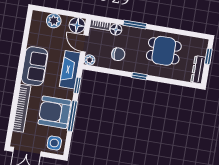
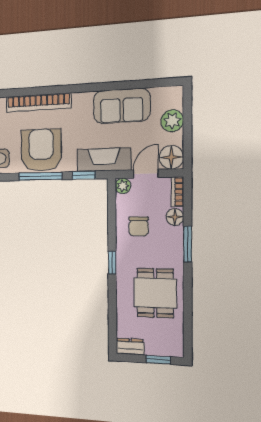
sofa: (34, 66) -> (122, 106), moved
dresser: (198, 70) -> (130, 347), width x0.70

